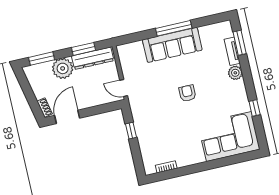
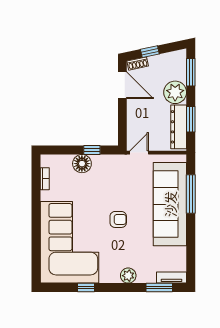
window: (174, 28) -> (191, 194), moved
sofa: (172, 45) -> (170, 204), width x1.36, depth x1.27
tv unit: (232, 51) -> (171, 278), moved
window: (32, 99) -> (150, 52), added
corner sofa: (229, 136) -> (70, 242), width x1.36, depth x1.36
floor lamp: (145, 137) -> (82, 164), added

